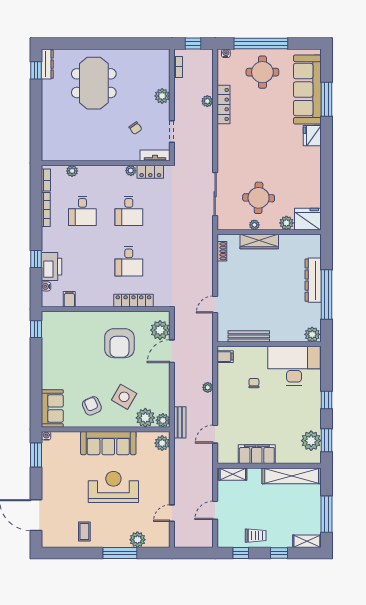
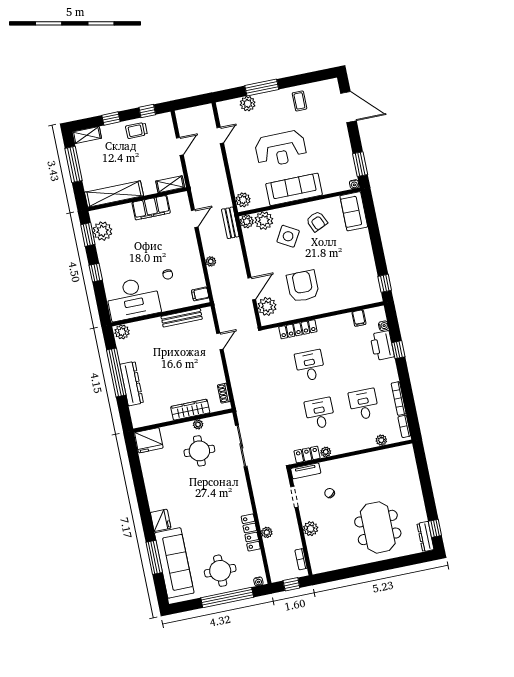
plant: (286, 223) -> (168, 433), removed

